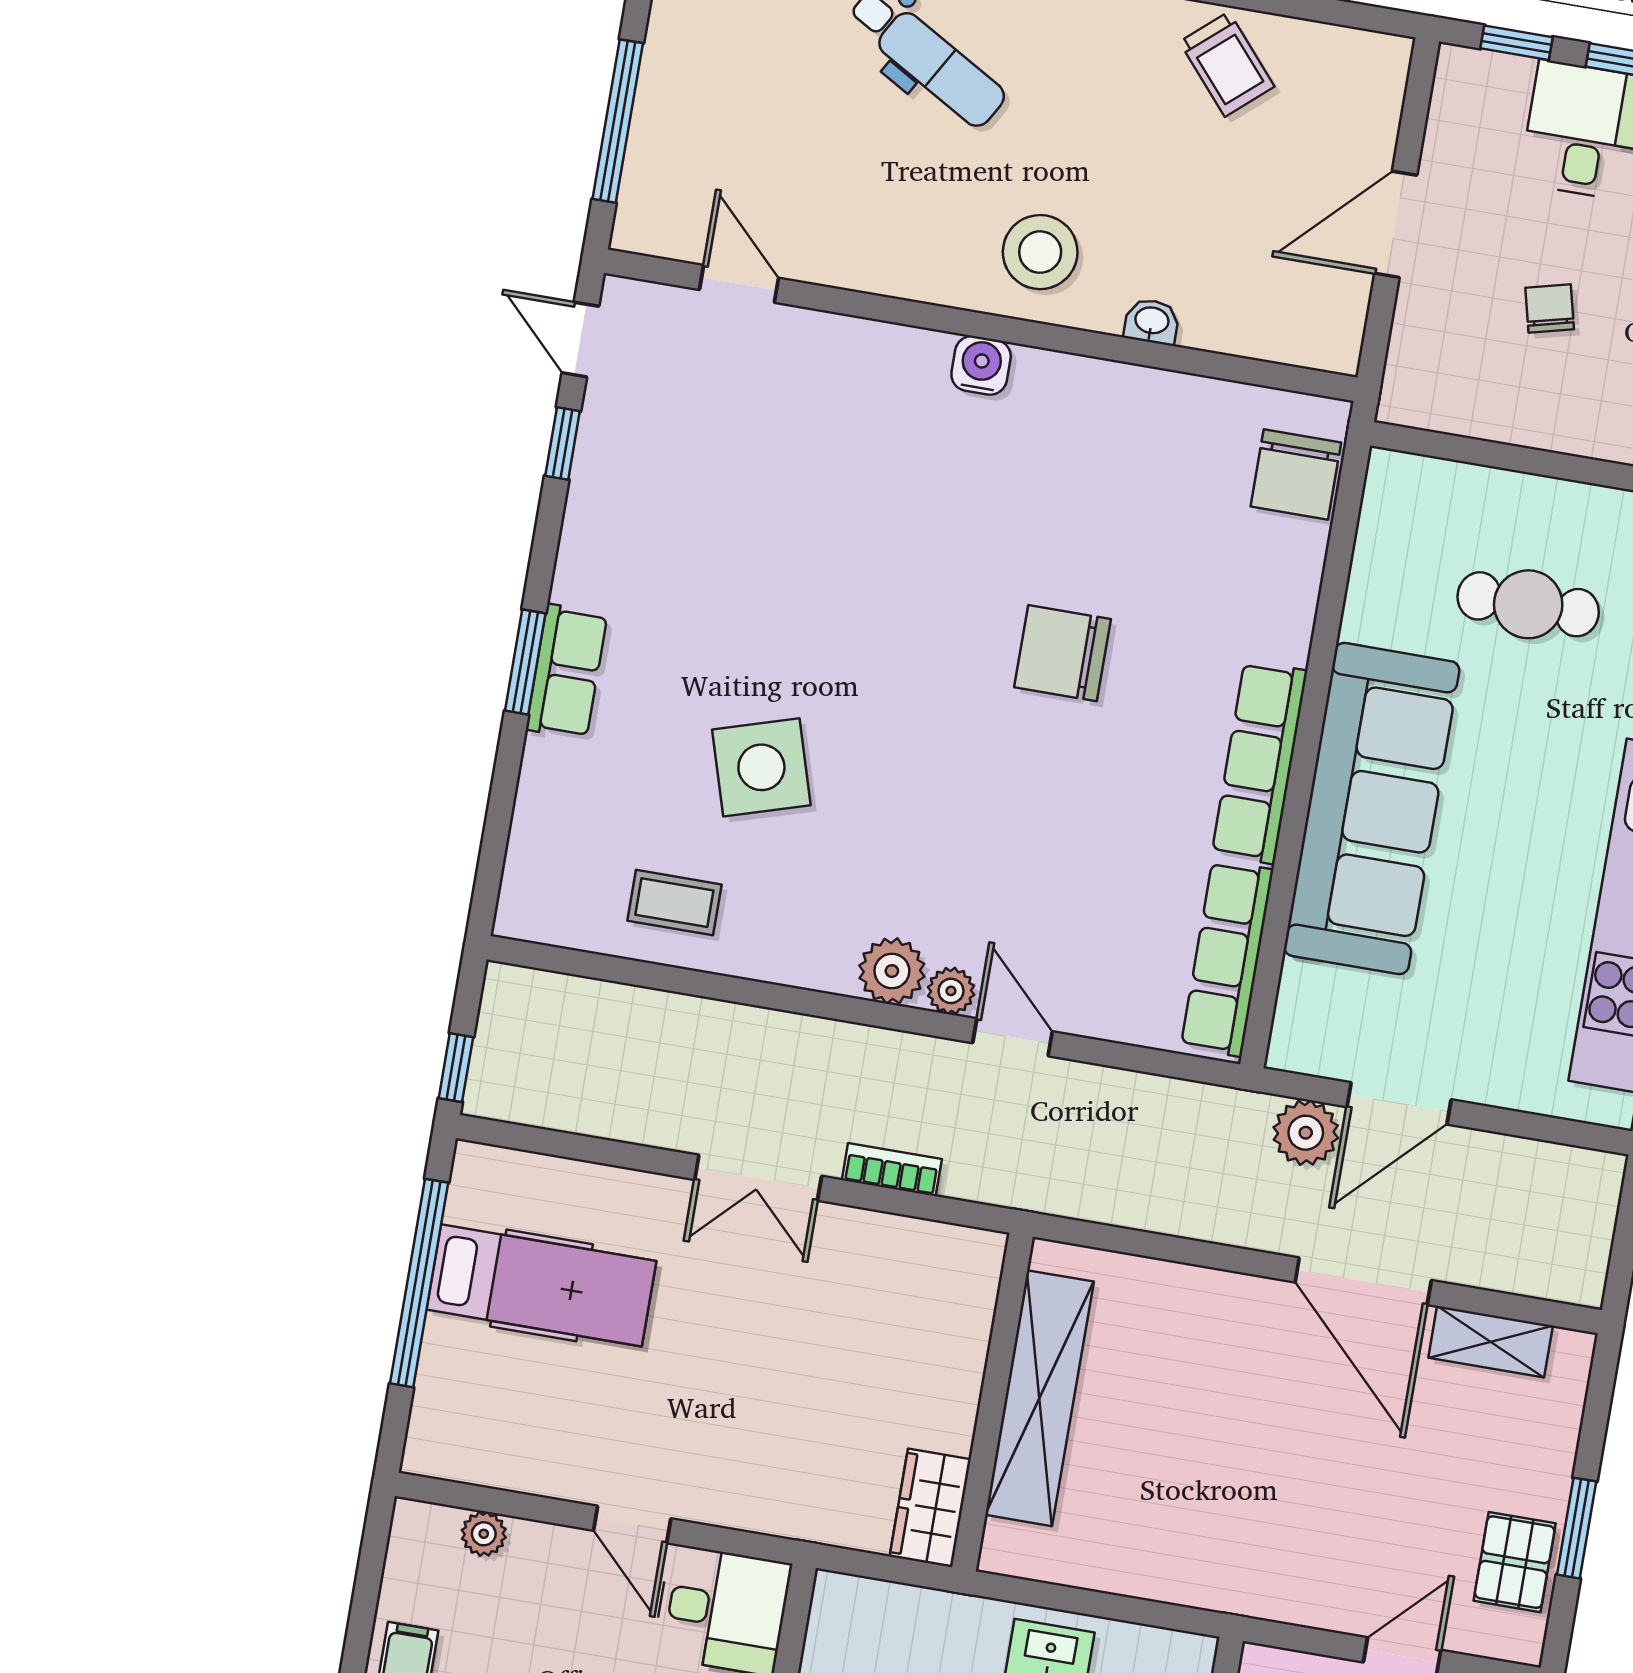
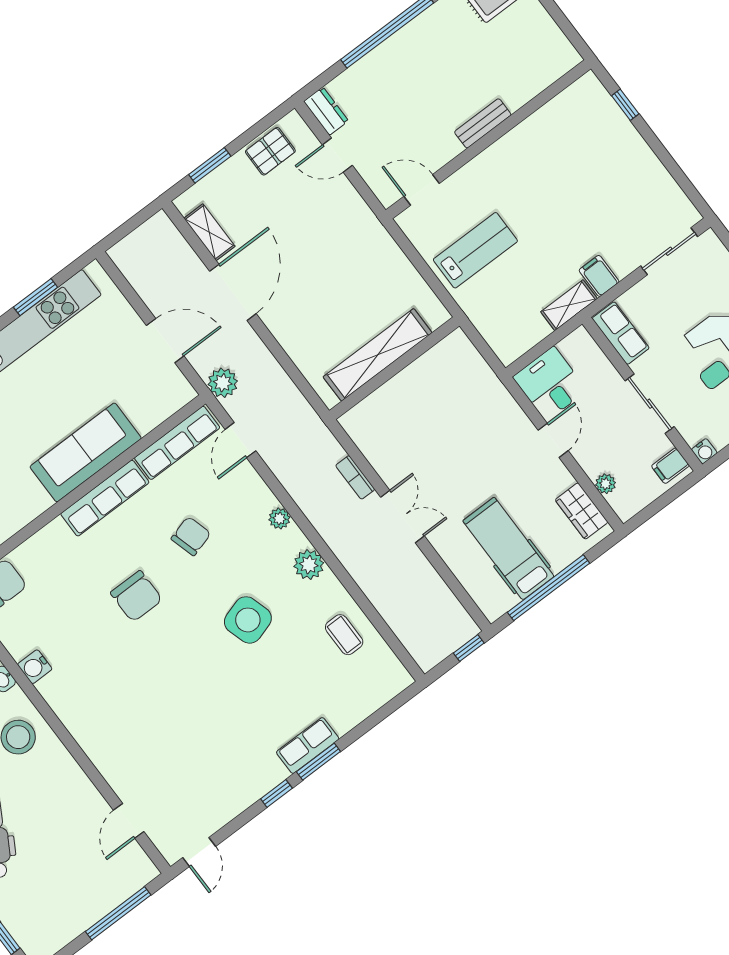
water cooler: (981, 365) -> (35, 667), moved
window: (563, 444) -> (276, 794), moved
side table: (761, 767) -> (248, 620), moved
sofa: (1372, 809) -> (86, 452), width x0.74, depth x0.79
chair: (1066, 831) -> (191, 536), added
plant: (892, 971) -> (309, 565), moved
door: (1012, 1037) -> (240, 440), moved
plant: (1306, 1133) -> (223, 383), moved
wardrobe: (930, 1508) -> (582, 511), moved, turned 90
window: (1577, 1528) -> (210, 165), moved

